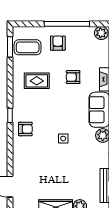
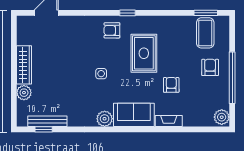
armchair: (58, 43) -> (210, 67), turned -90
rug: (37, 81) -> (144, 53), moved, width x1.36, depth x1.43
armchair: (25, 129) -> (112, 30), turned 90

